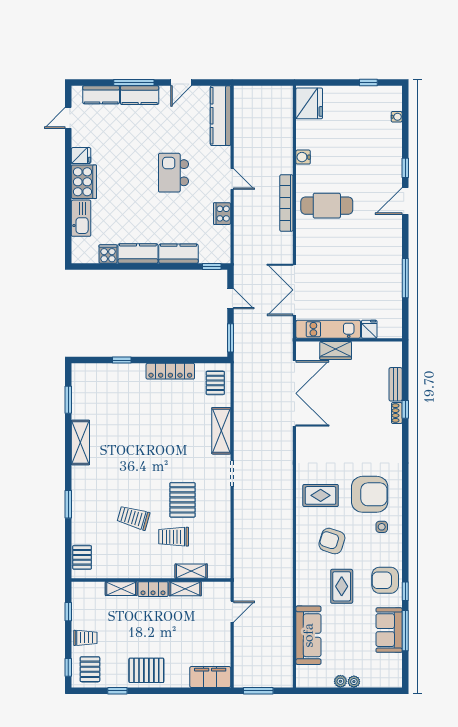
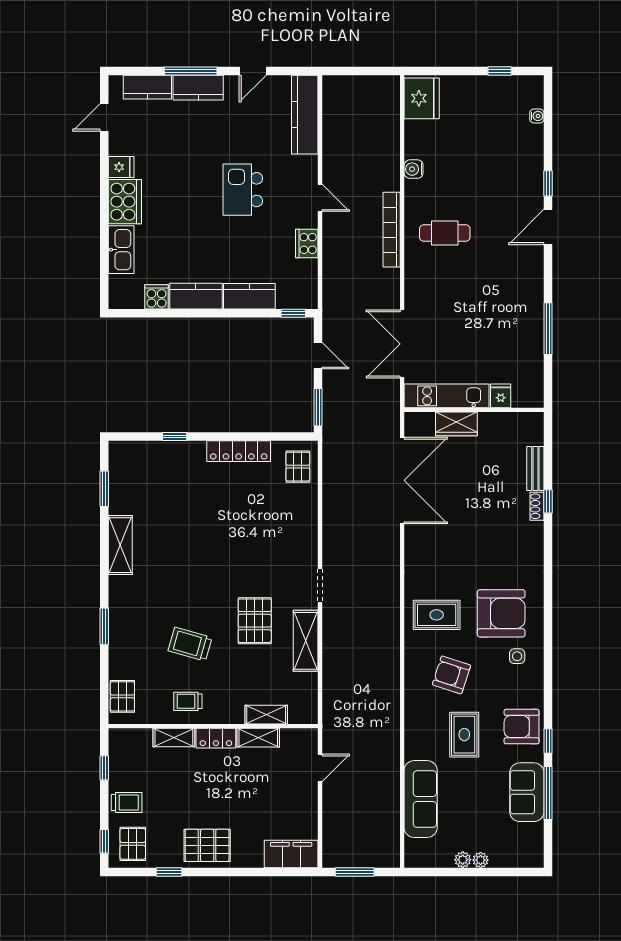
cafe table: (327, 206) -> (445, 233), width x0.73, depth x0.74
shelving: (221, 431) -> (306, 641), moved
trolley: (174, 537) -> (188, 701), moved, width x0.73, depth x0.72

